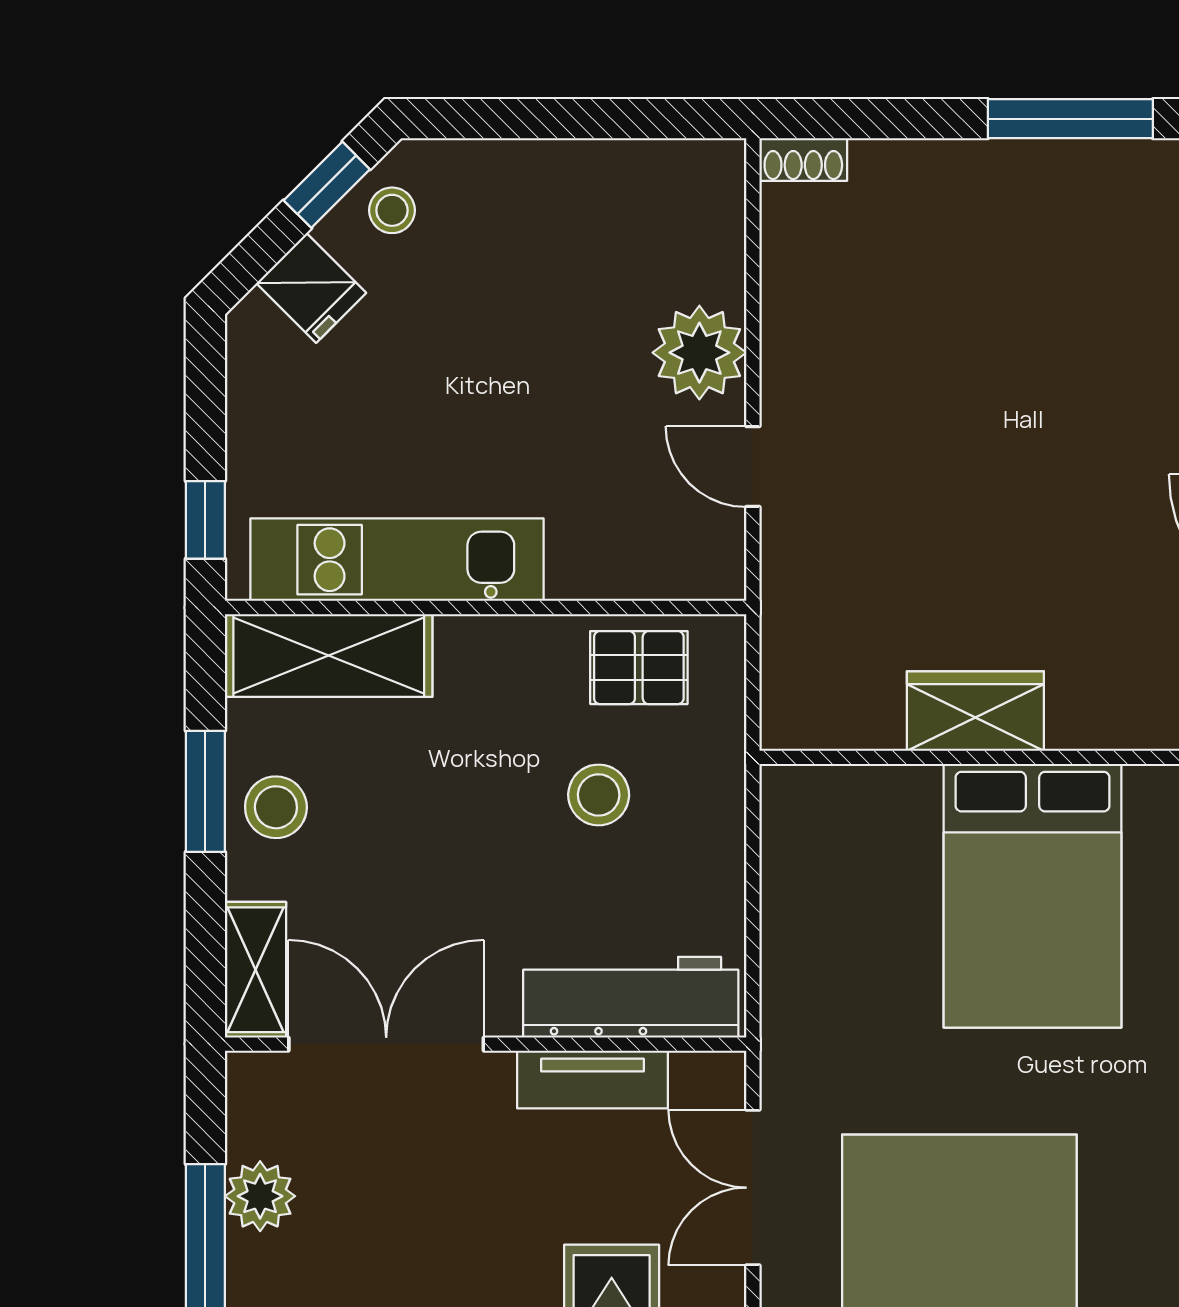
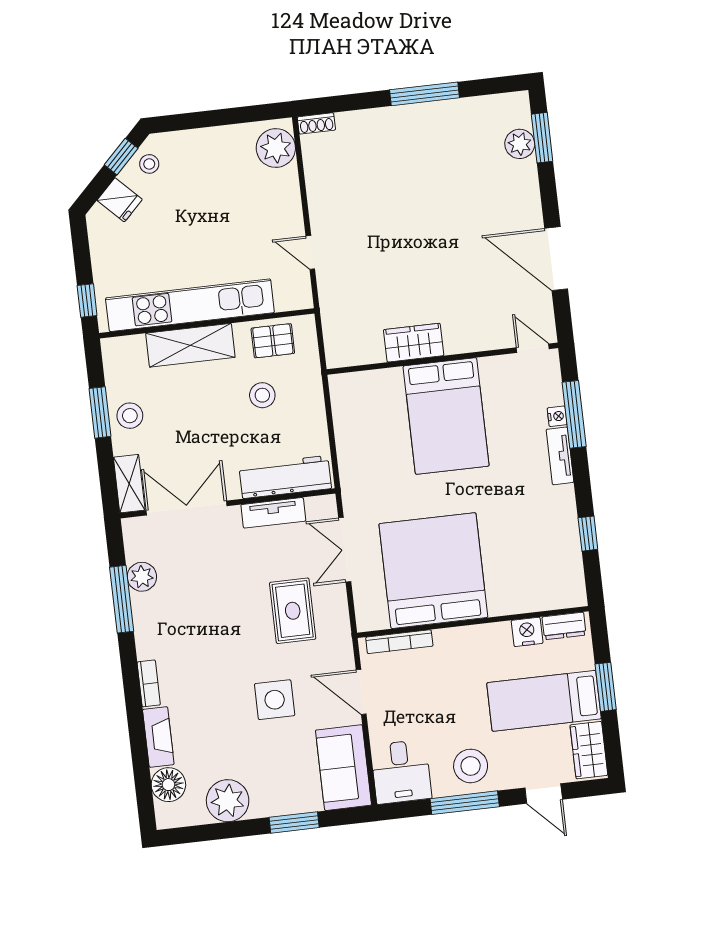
plant: (699, 353) -> (276, 148), moved
kitchen unit: (397, 560) -> (190, 305), width x1.36
shelving: (329, 655) -> (190, 345), moved

